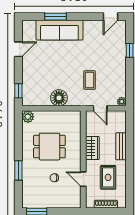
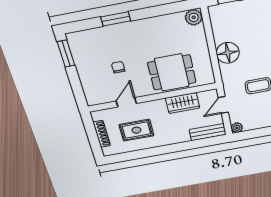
bench: (121, 146) -> (208, 132), moved
dining table: (49, 147) -> (172, 73), moved, turned 90
wardrobe: (92, 148) -> (183, 103), moved

